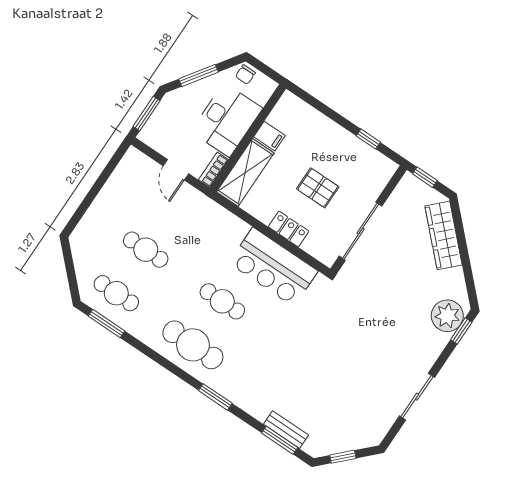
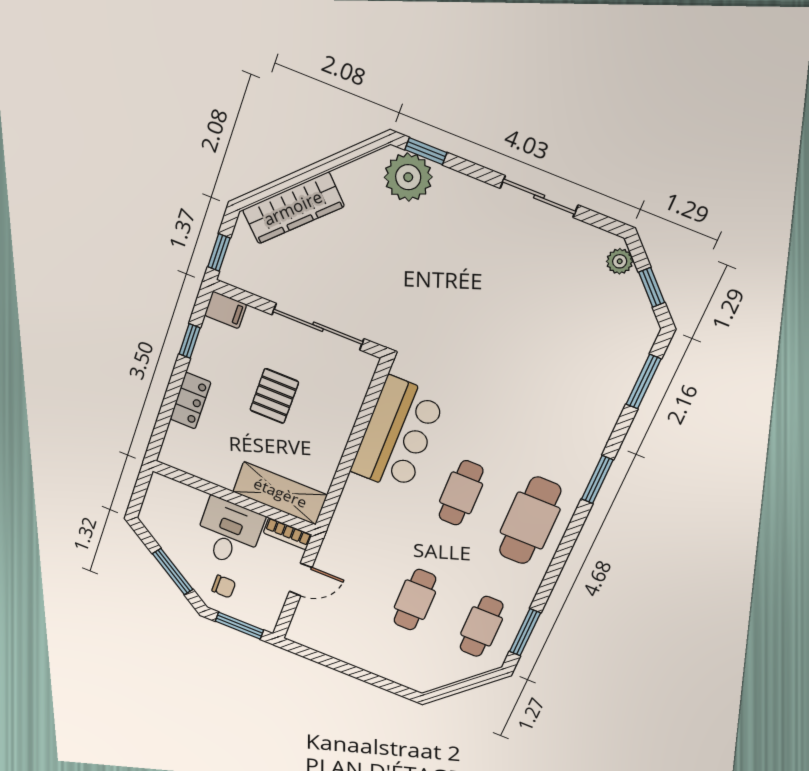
chair: (245, 75) -> (224, 586), moved
desk: (227, 120) -> (229, 532), width x0.73
filing cabinet: (269, 136) -> (226, 310), moved, turned 90
locker: (289, 229) -> (190, 401), moved, turned 180
bench: (286, 430) -> (626, 376), removed
plant: (364, 440) -> (620, 261), added

